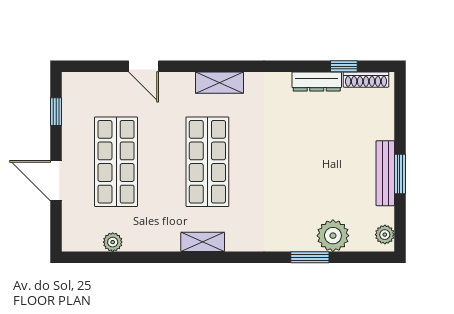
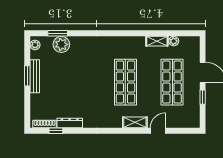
door: (144, 66) -> (158, 131), hinge flipped
shelving: (219, 83) -> (135, 122), moved
window: (56, 112) -> (203, 97), moved
shelving: (203, 242) -> (157, 41), moved
window: (310, 257) -> (58, 33), moved

